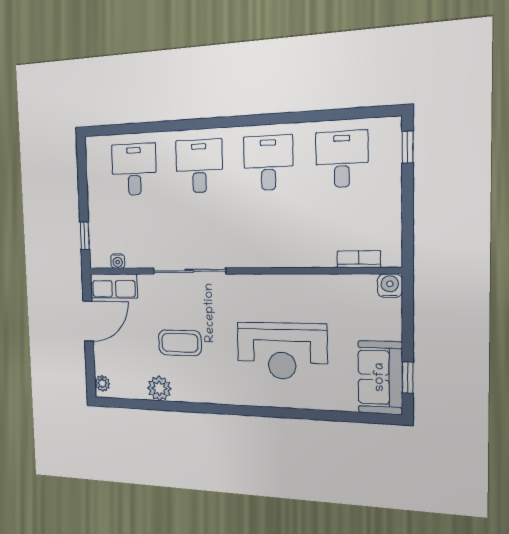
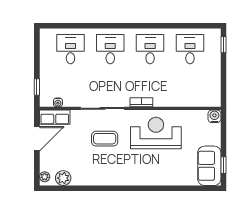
bookcase: (359, 259) -> (141, 102), moved
coffee table: (180, 343) -> (105, 139), moved
reception desk: (282, 351) -> (156, 133), moved, turned 180
plant: (159, 388) -> (63, 178), moved

